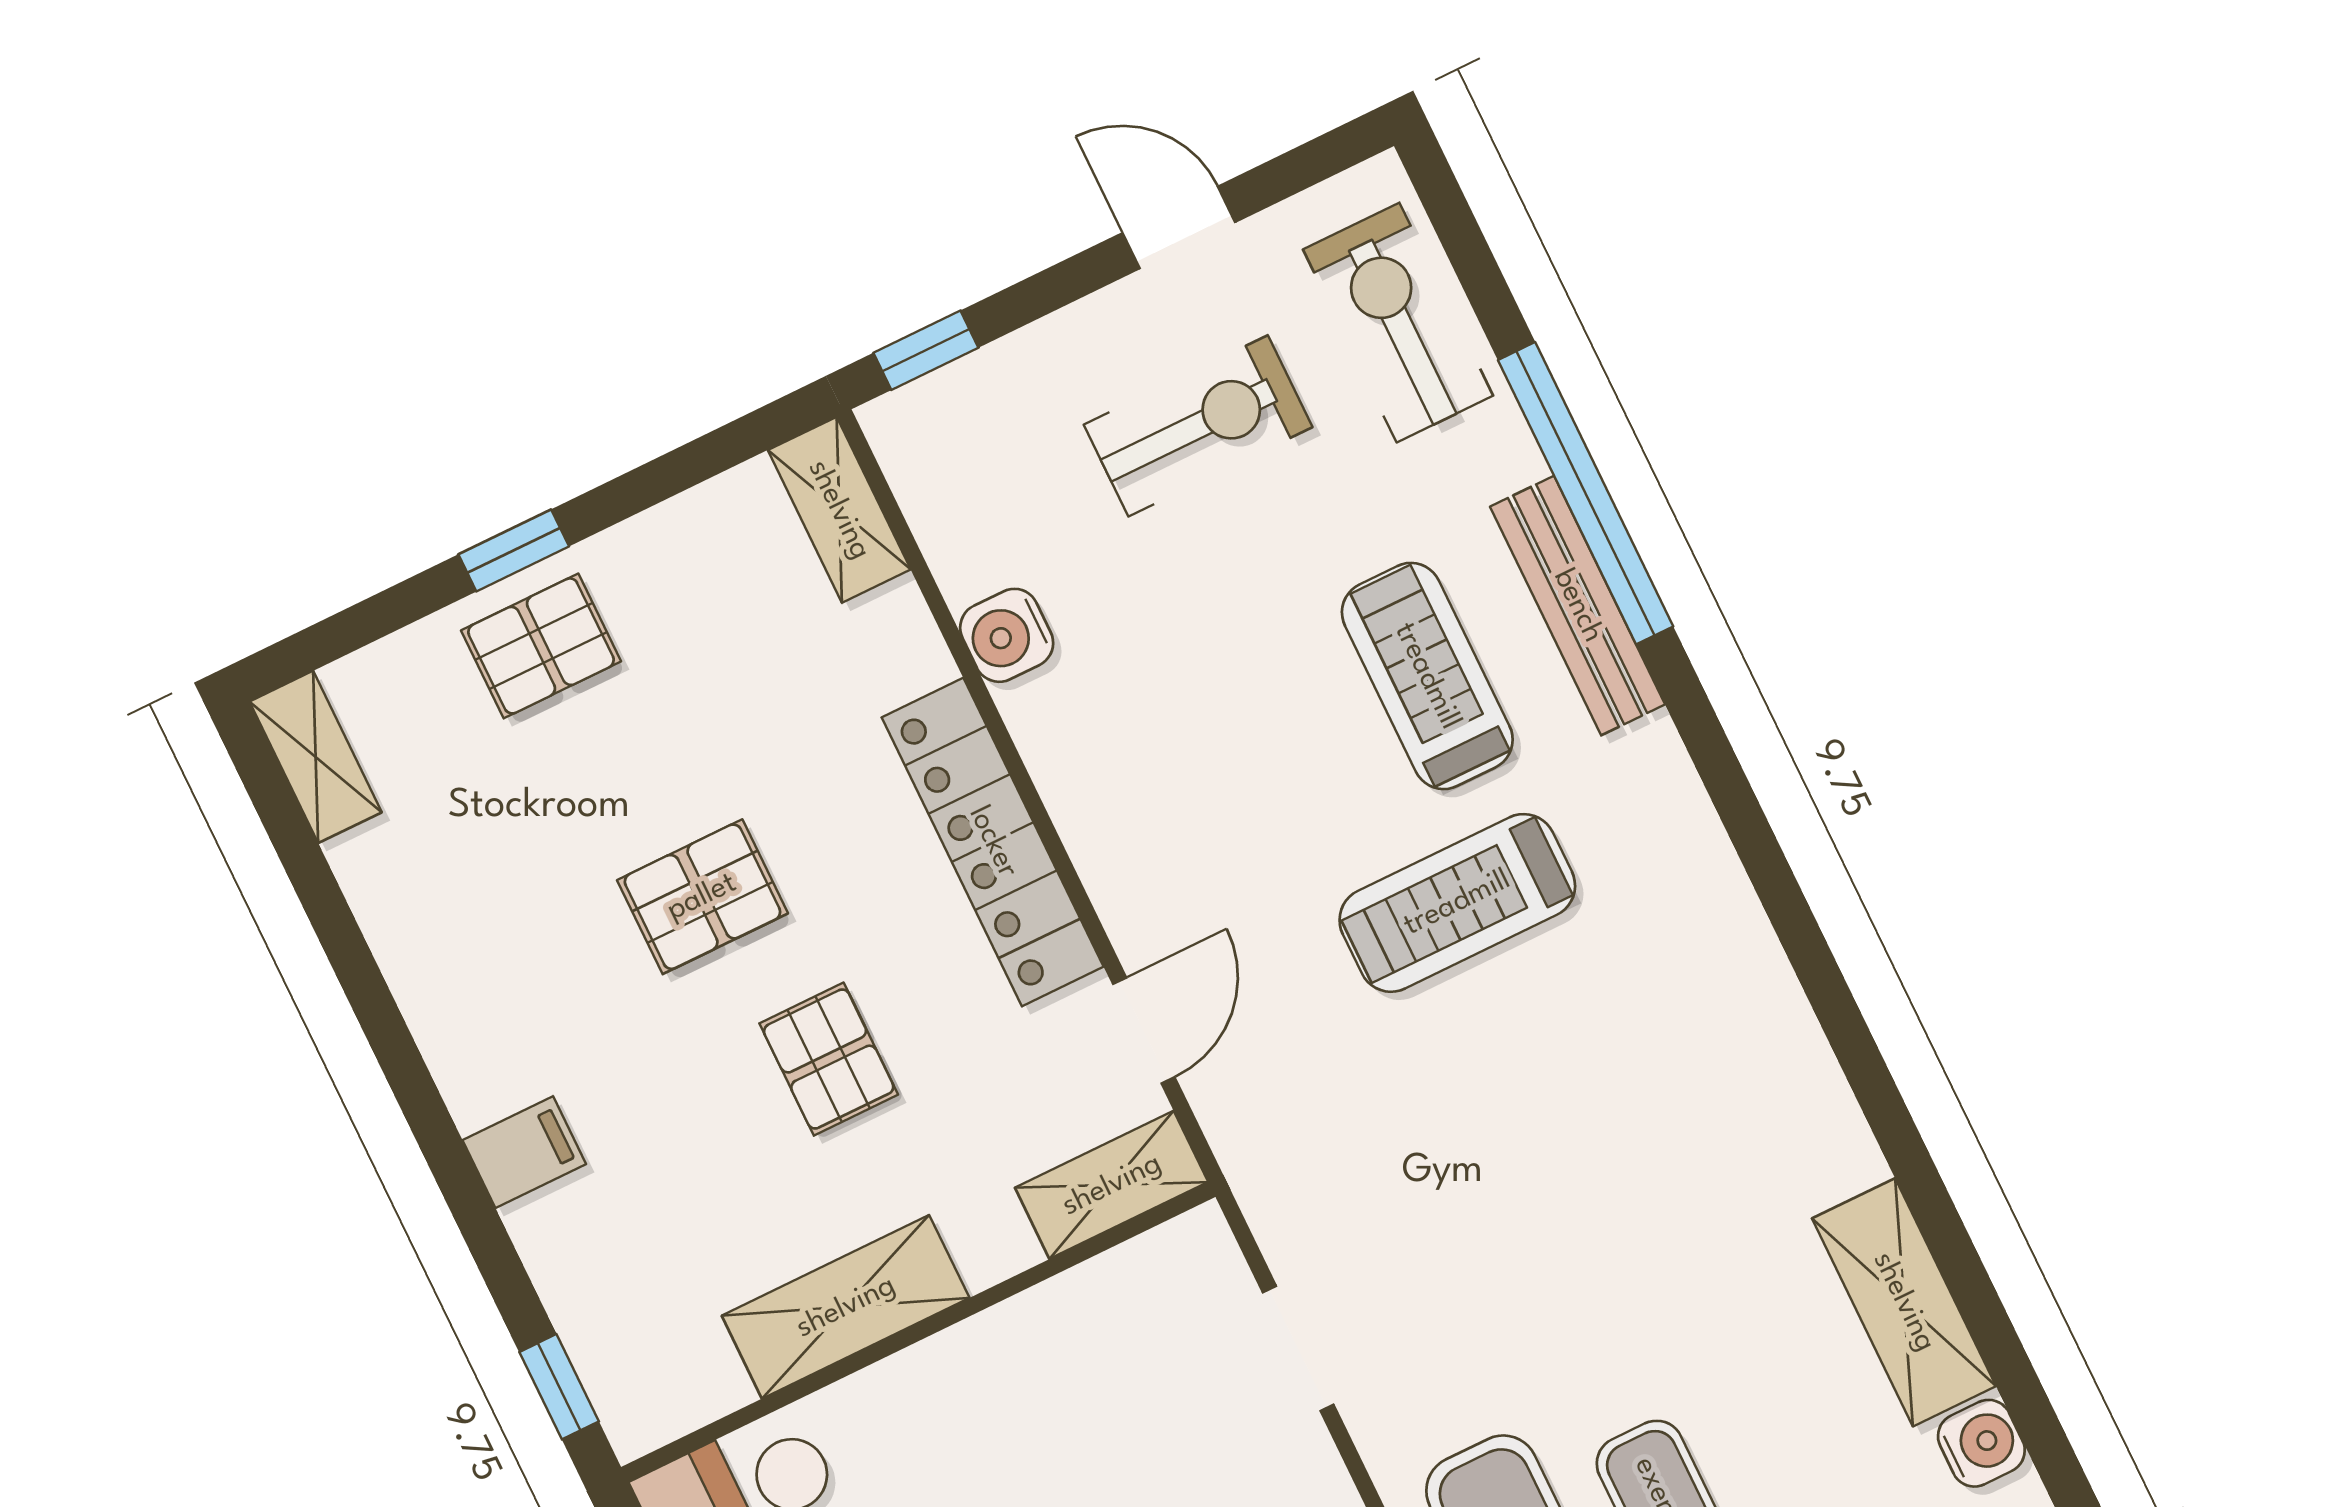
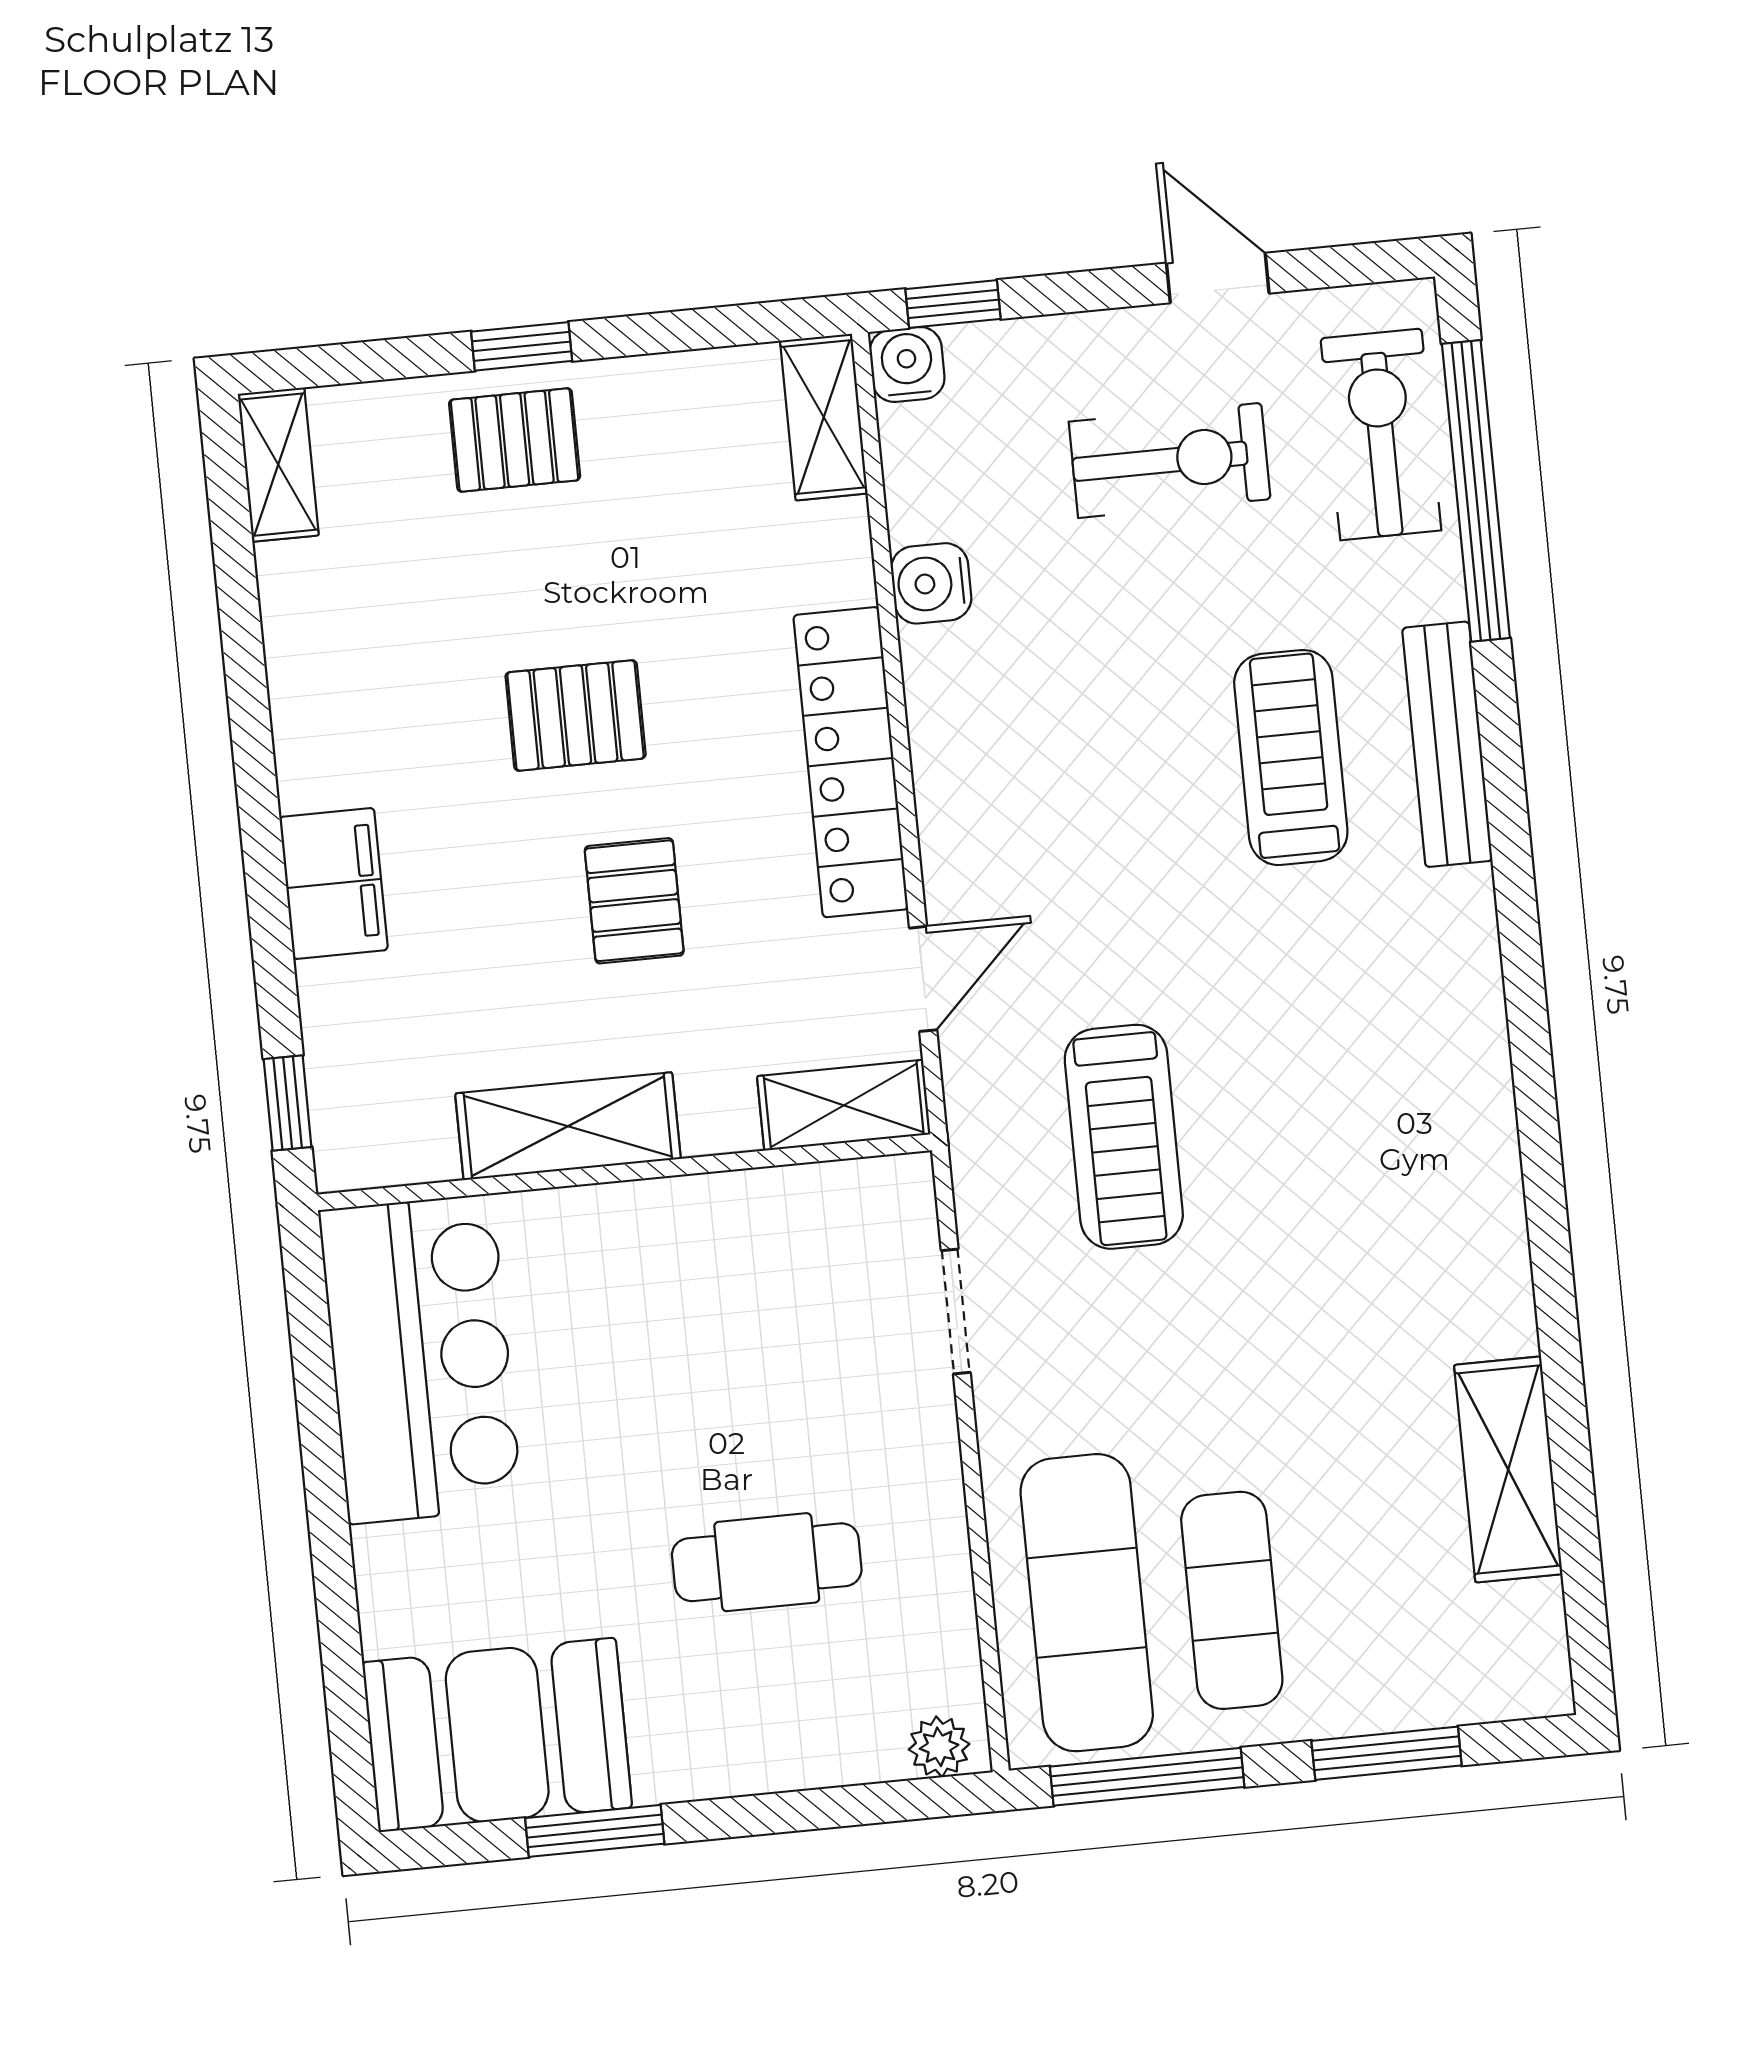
window: (1586, 493) -> (1476, 491), moved
treadmill: (1457, 903) -> (1124, 1137), moved, turned -90
filing cabinet: (524, 1152) -> (334, 884), width x2.00
water cooler: (1981, 1443) -> (907, 364), moved, turned -90

